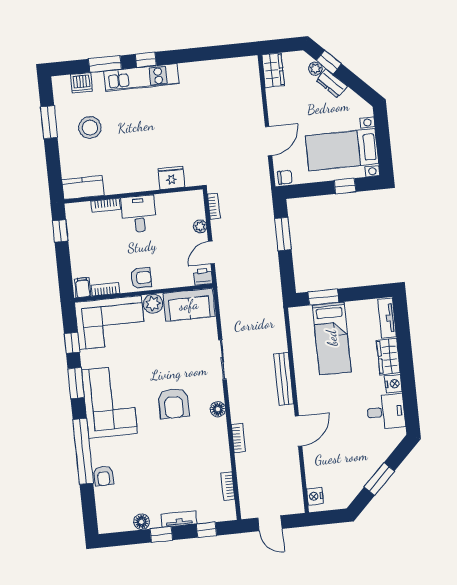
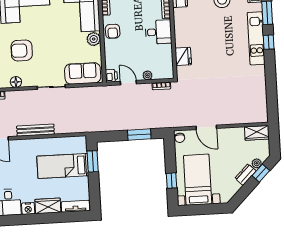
sofa: (189, 305) -> (83, 73), moved, turned 90

